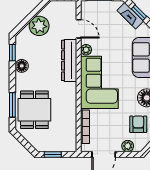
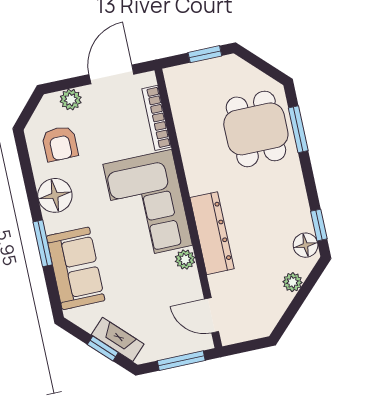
plant: (39, 26) -> (293, 282), width x0.53, depth x0.53
door: (79, 29) -> (211, 315), moved
floor lamp: (22, 66) -> (306, 245), moved

